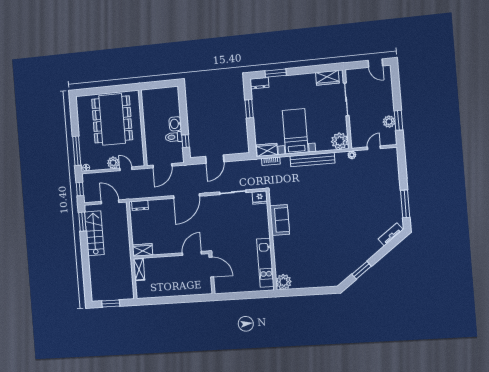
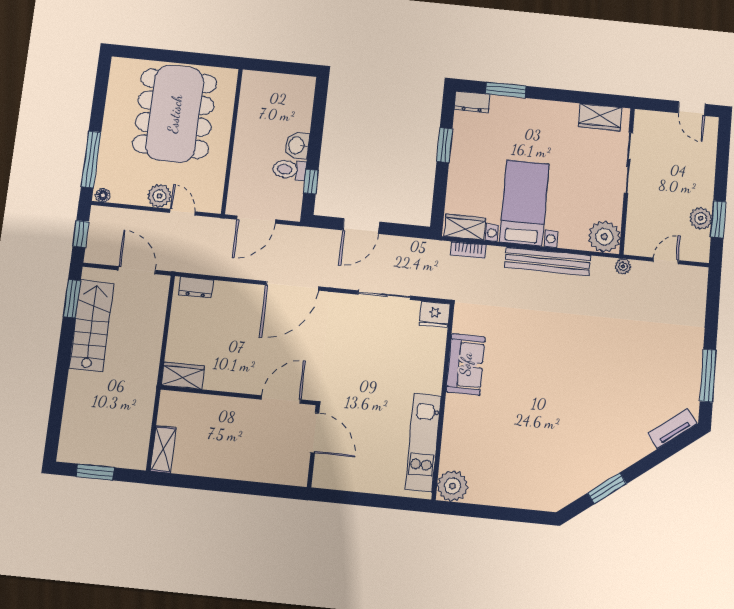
shelving: (139, 269) -> (163, 449), moved

